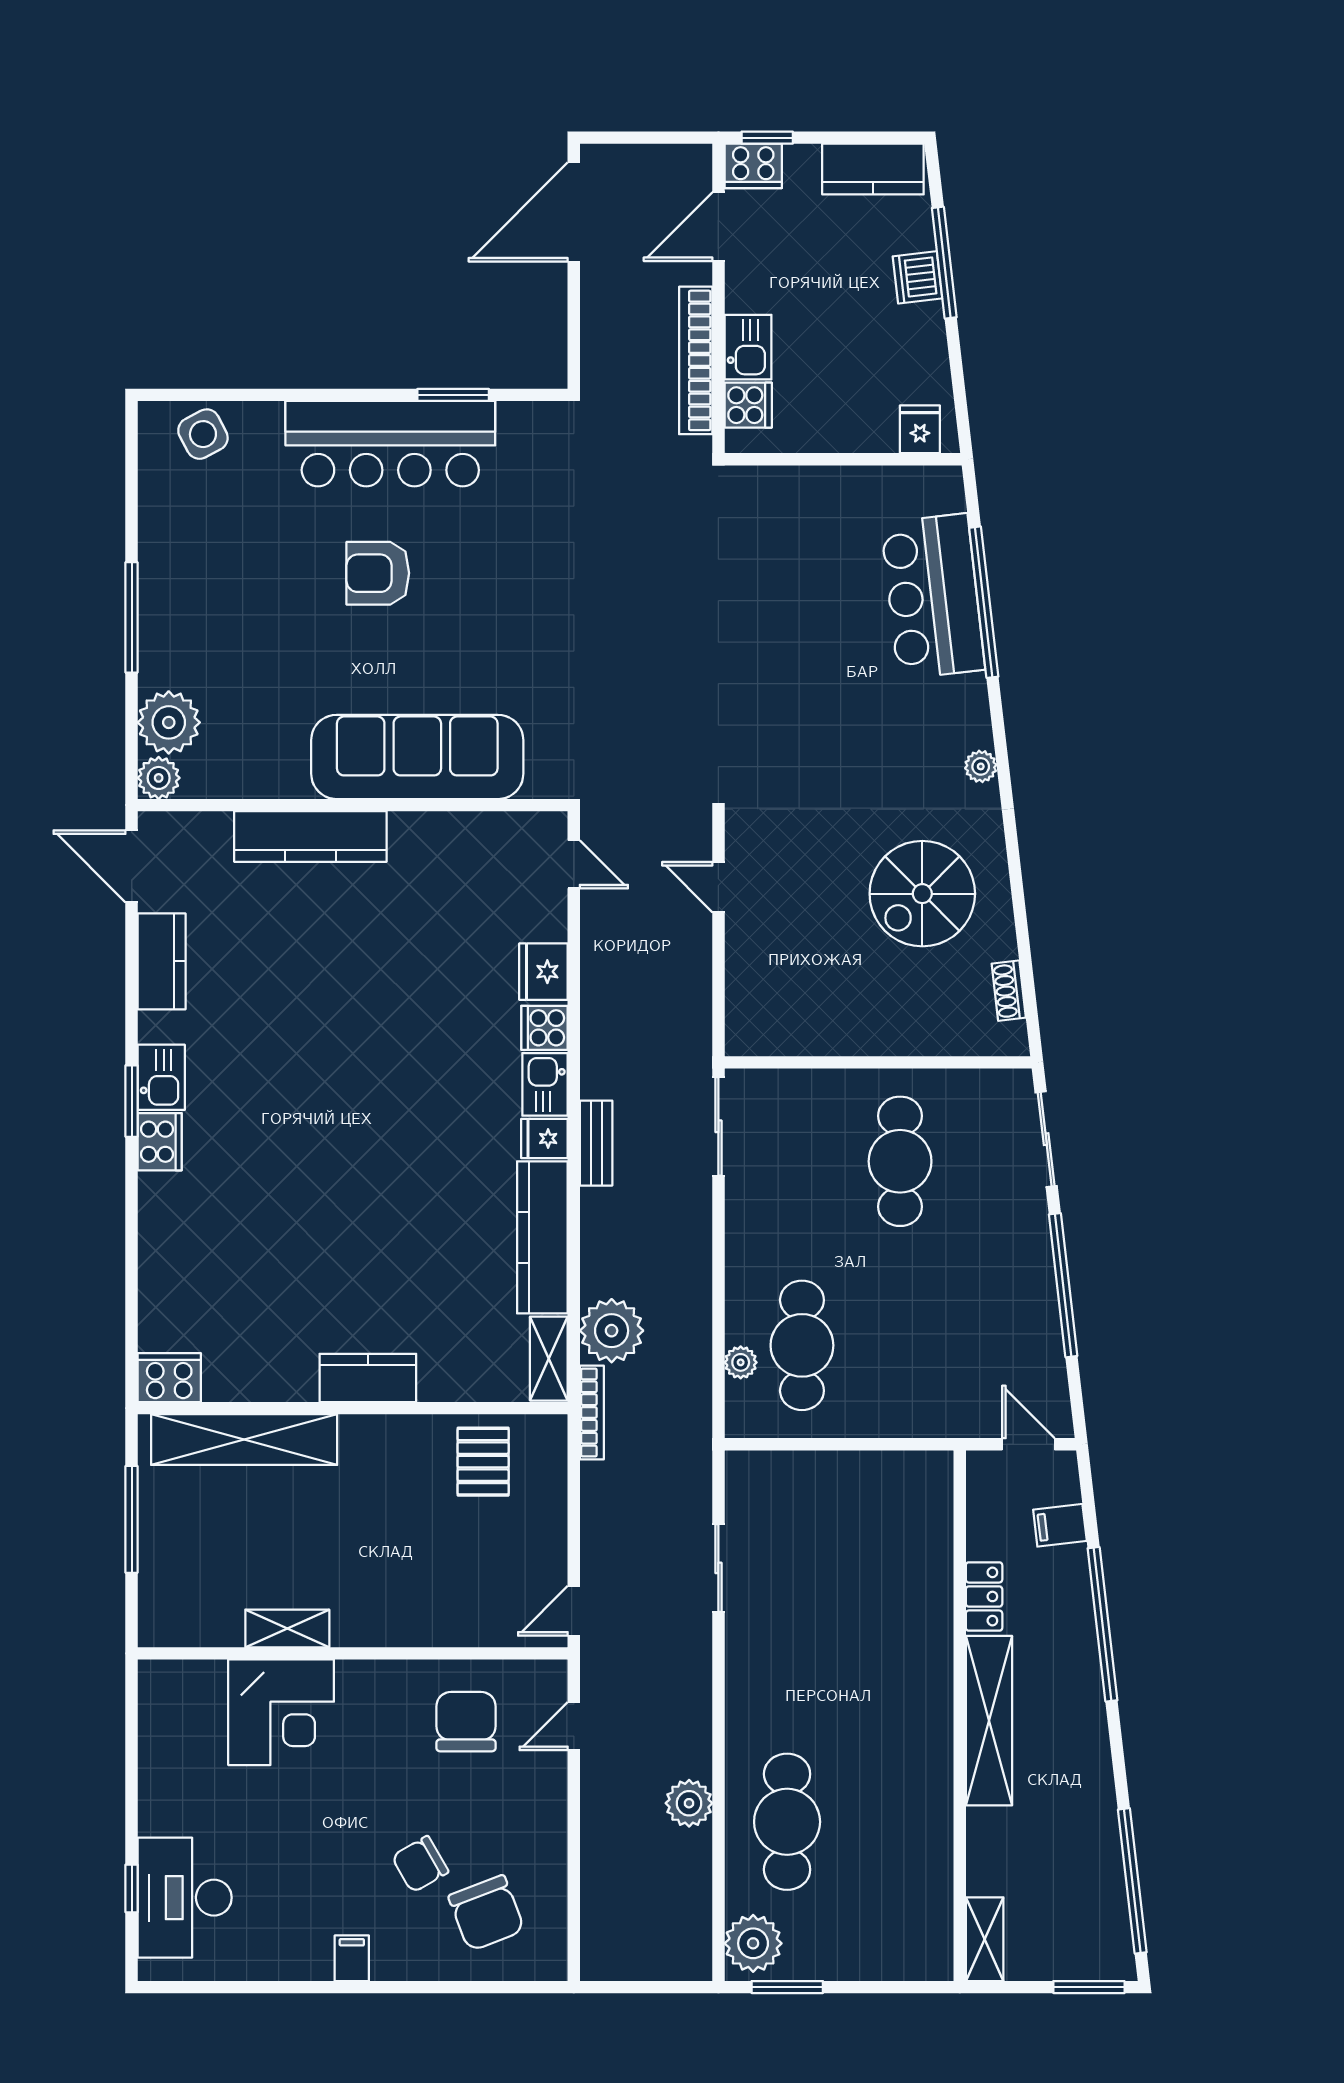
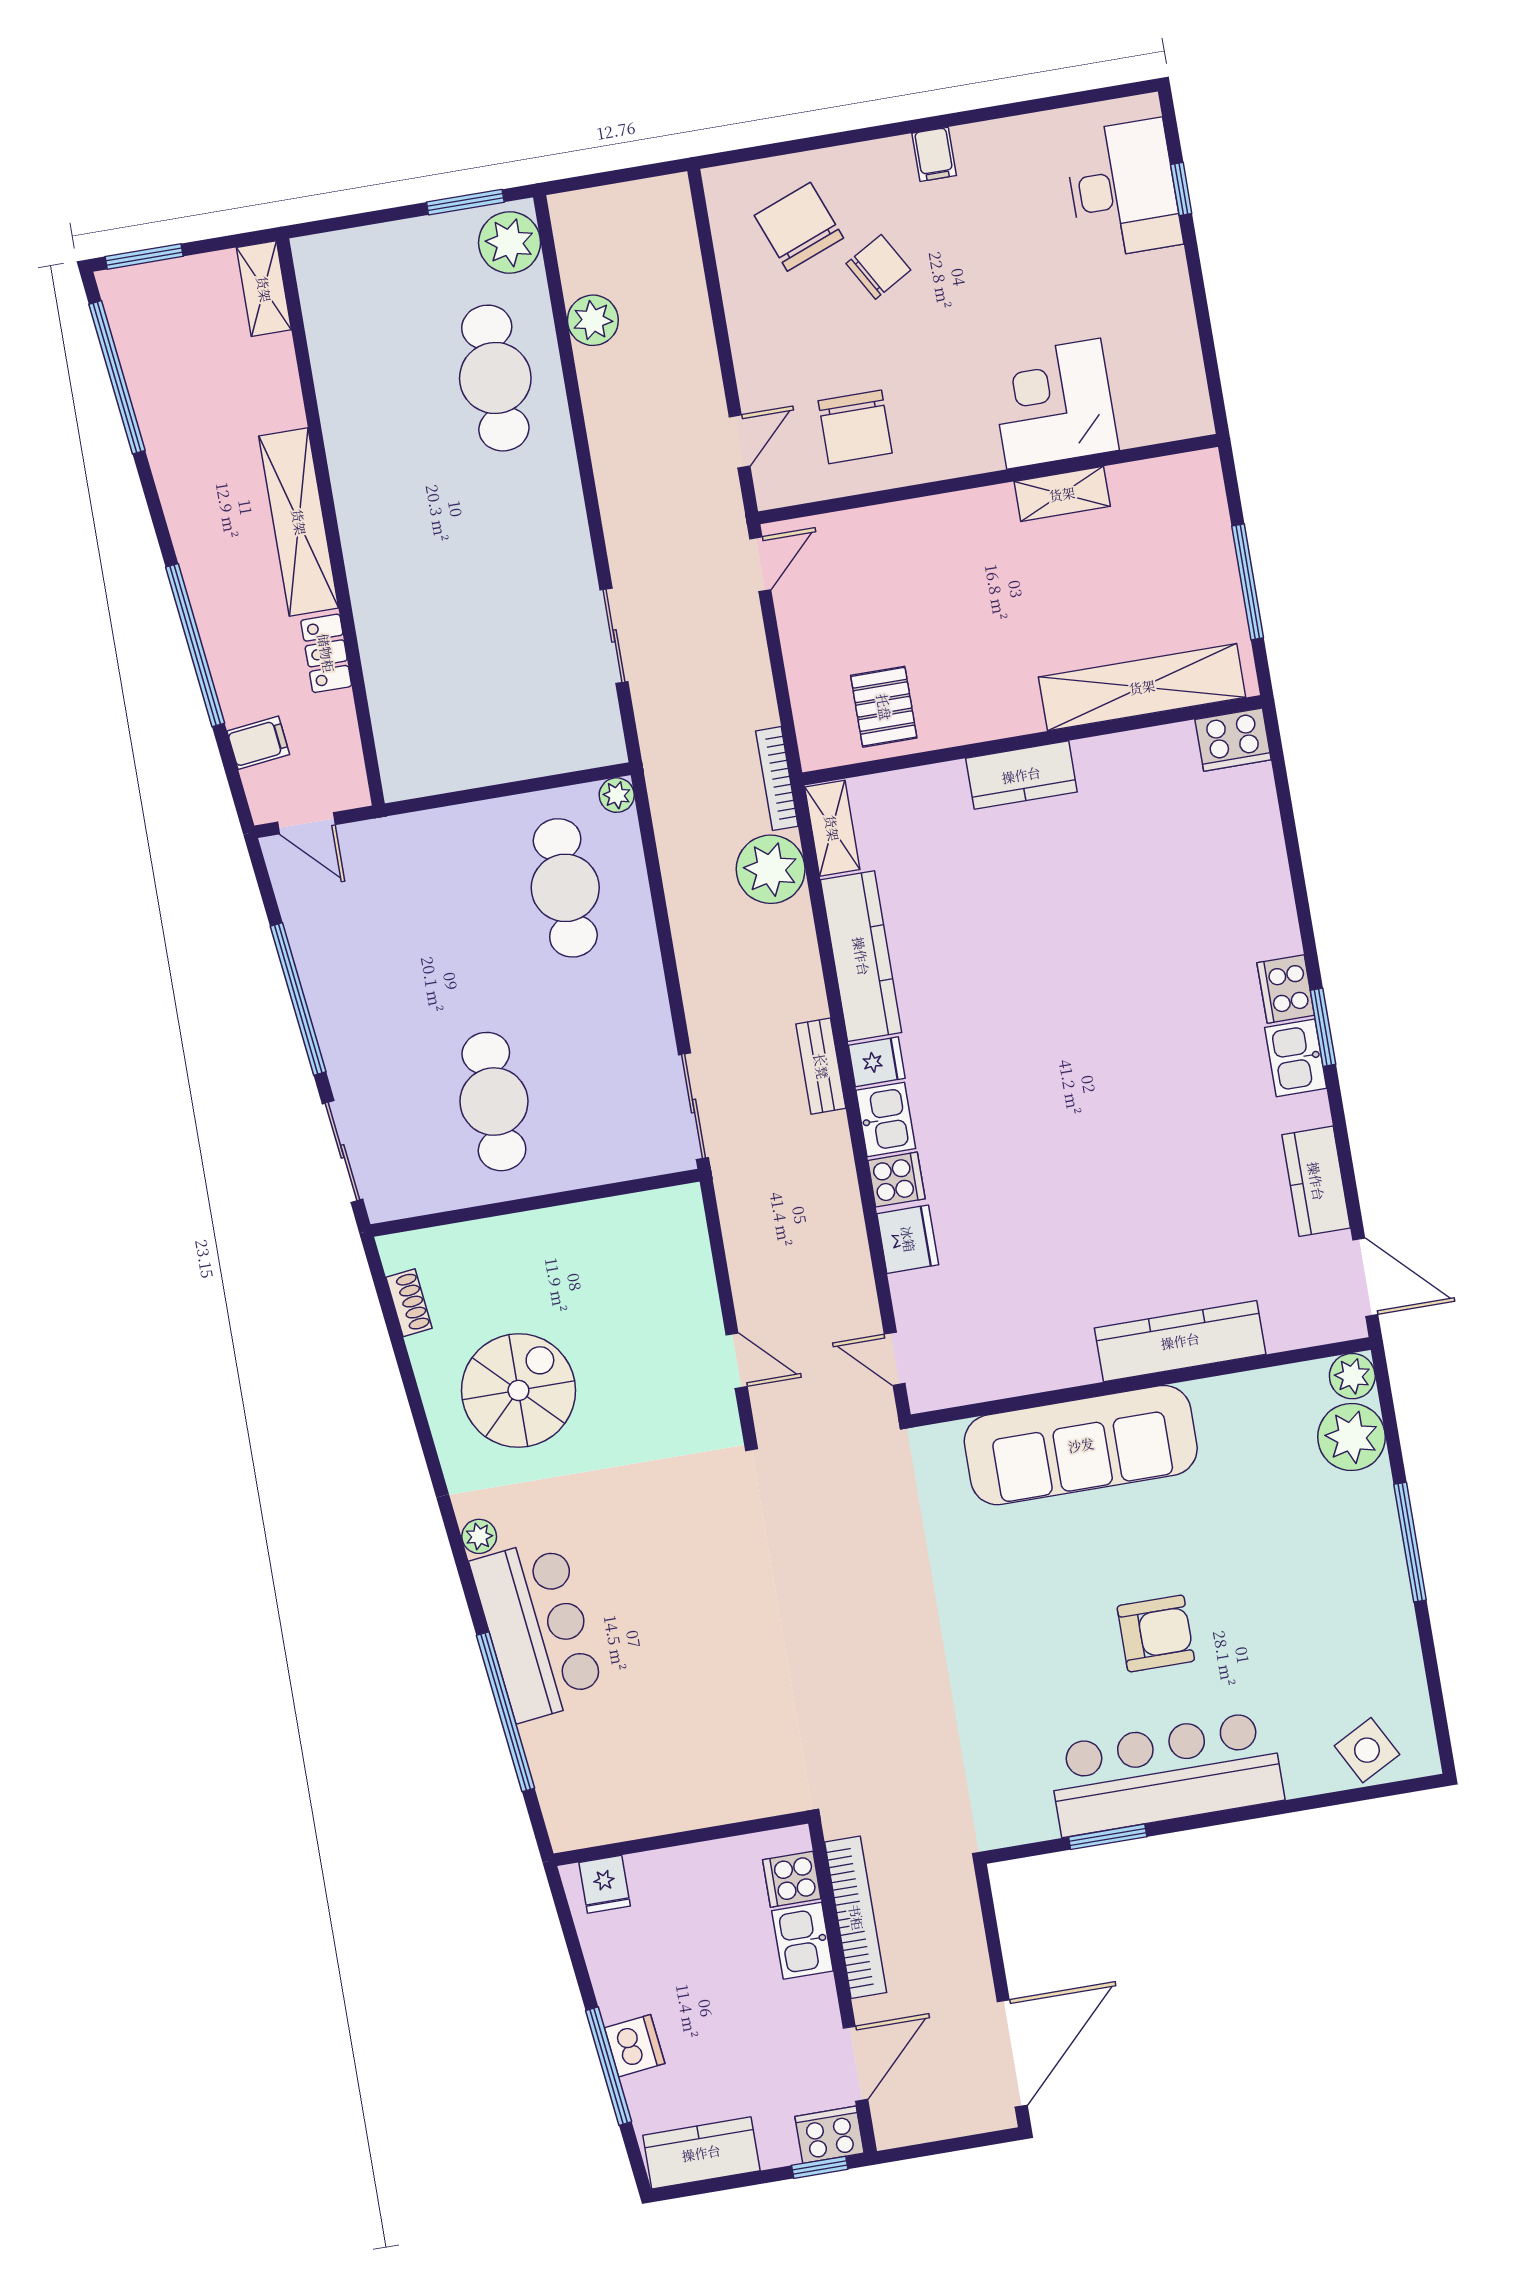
bar counter: (933, 596) -> (538, 1630), moved
plant: (741, 1362) -> (617, 795), moved
plant: (689, 1803) -> (593, 320), moved

